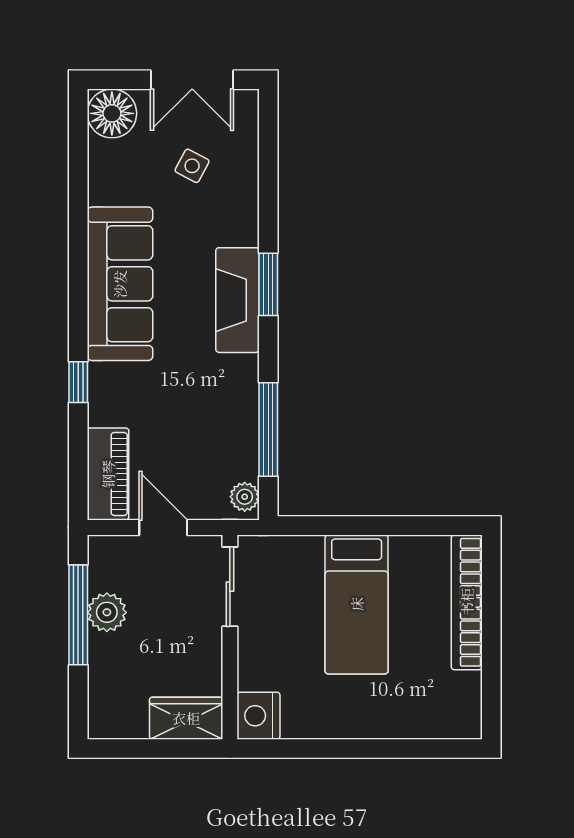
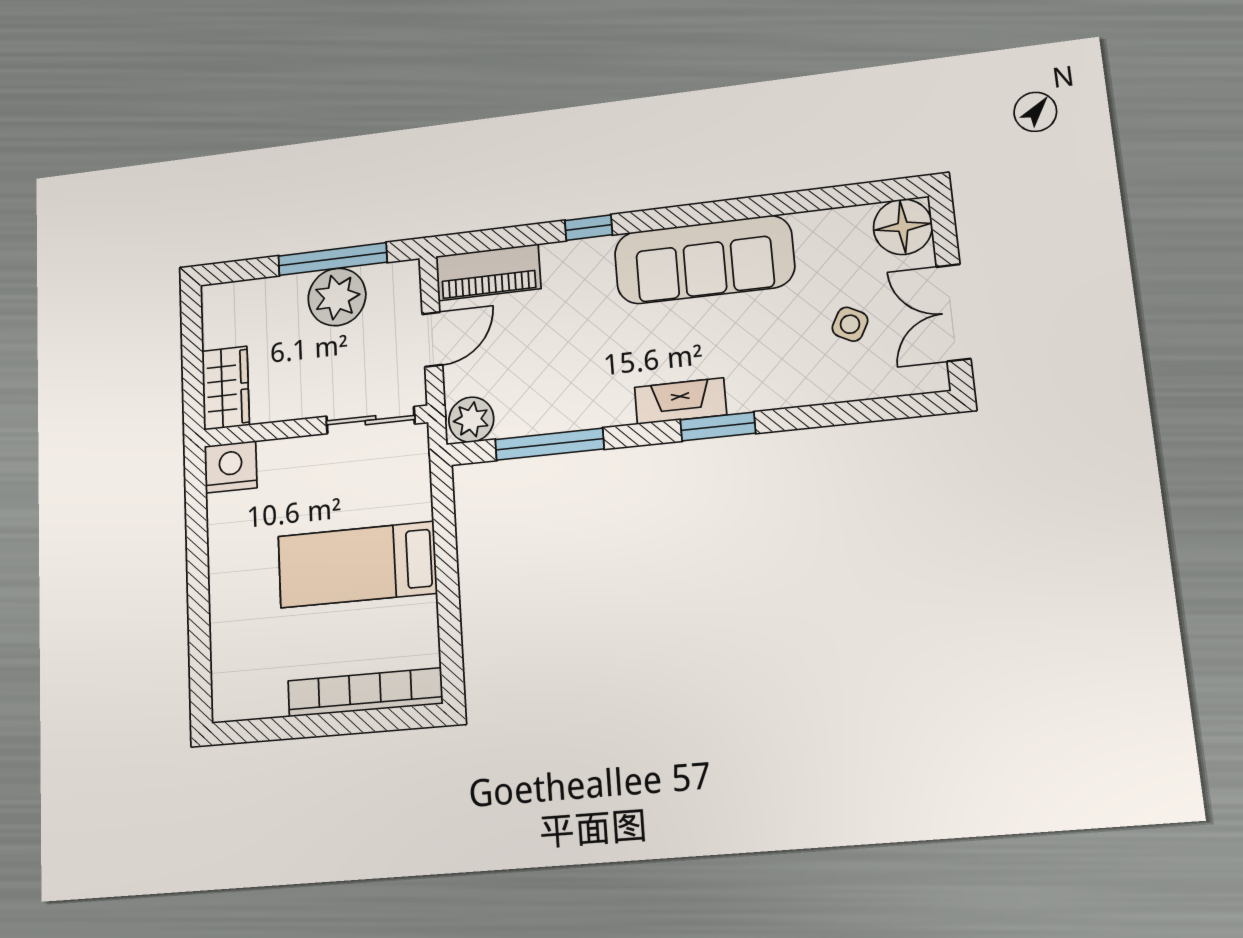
fireplace: (238, 300) -> (680, 401), width x0.73, depth x0.76
plant: (245, 497) -> (471, 420), width x1.38, depth x1.38
plant: (107, 612) -> (337, 297), width x1.36, depth x1.36

